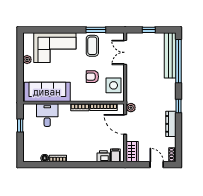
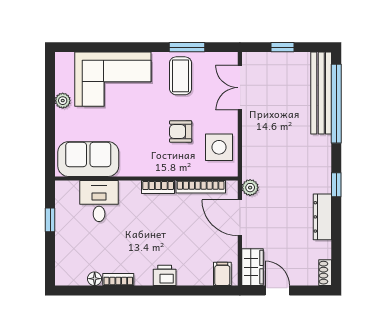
sofa: (47, 92) -> (88, 159), width x0.73
printer: (103, 156) -> (165, 275), moved
door: (157, 165) -> (277, 290), moved

